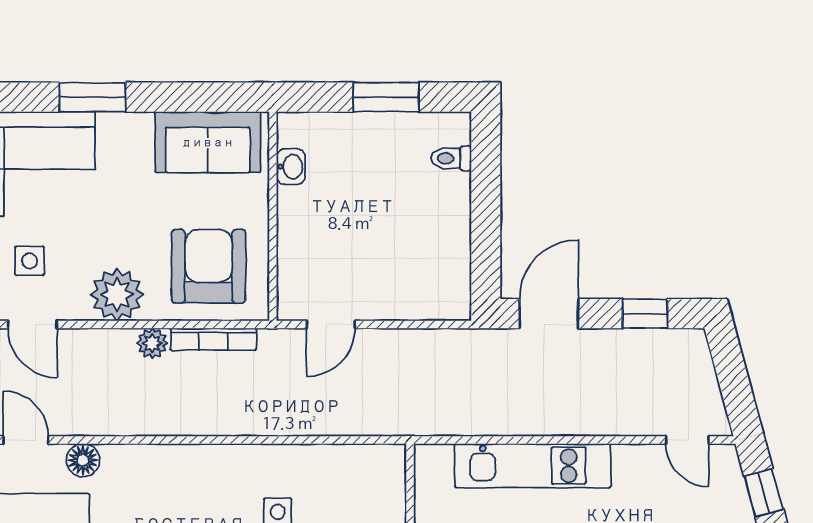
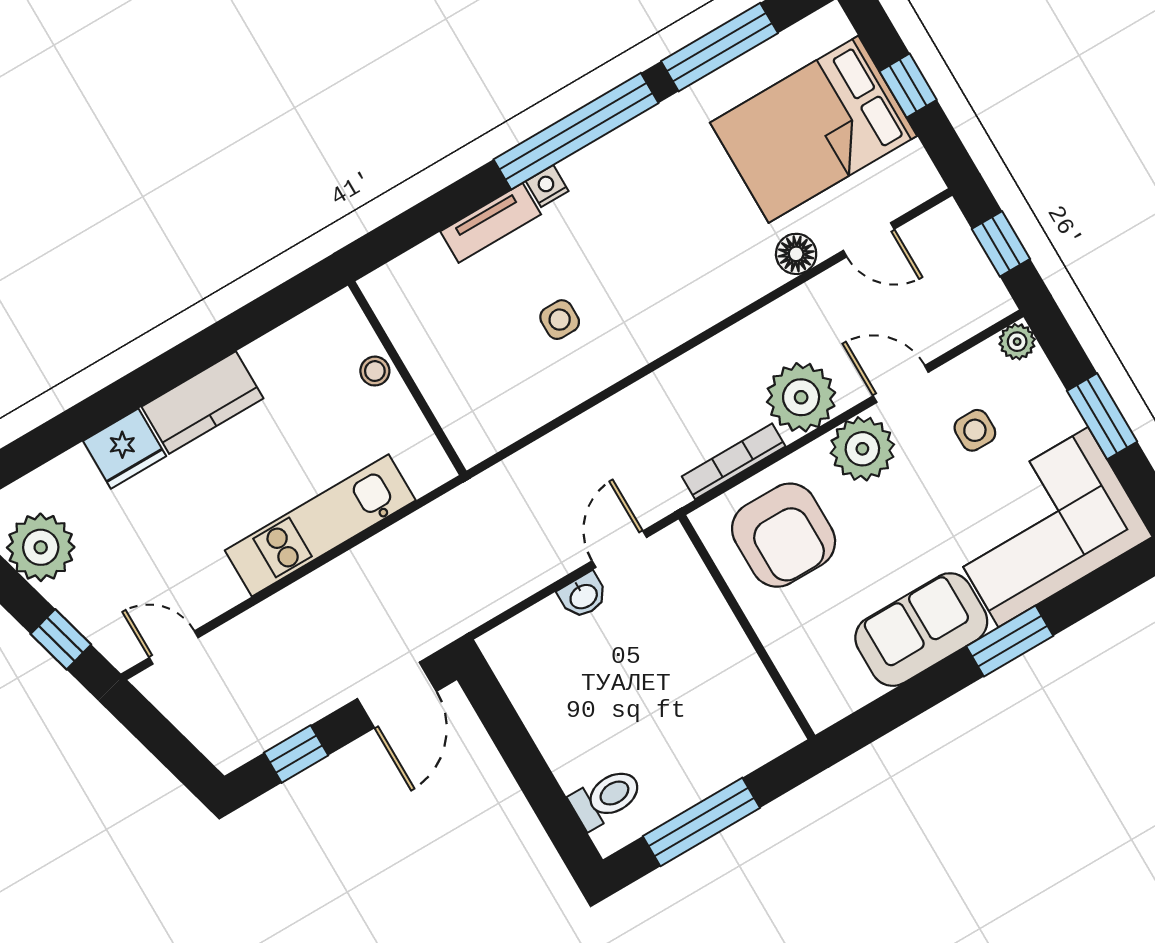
window: (386, 97) -> (701, 822), width x1.44
sofa: (208, 142) -> (921, 630), moved
toilet: (451, 158) -> (606, 798), width x1.37, depth x1.39
washbasin: (291, 167) -> (583, 596), moved, turned -90
door: (33, 324) -> (901, 384), moved
plant: (152, 343) -> (801, 397), width x1.87, depth x1.87

